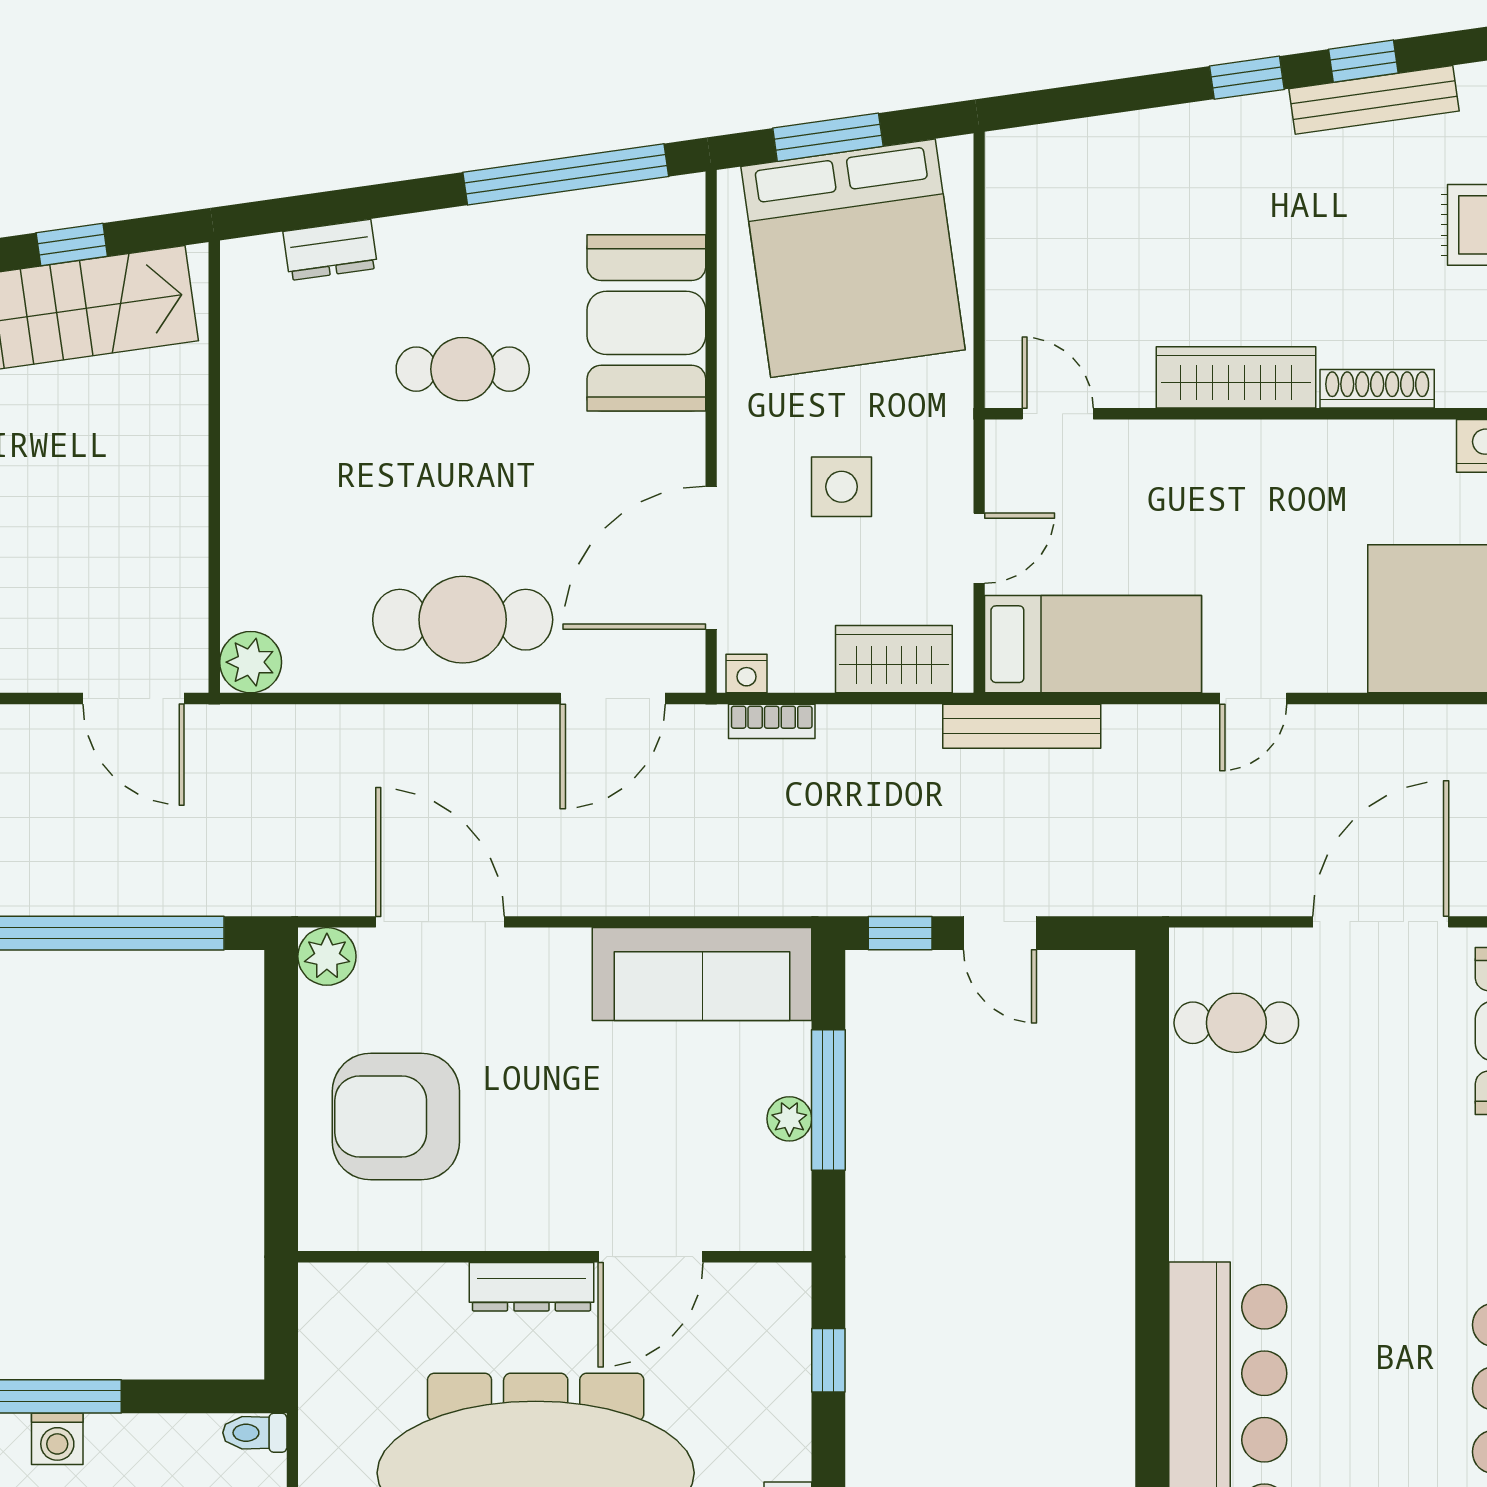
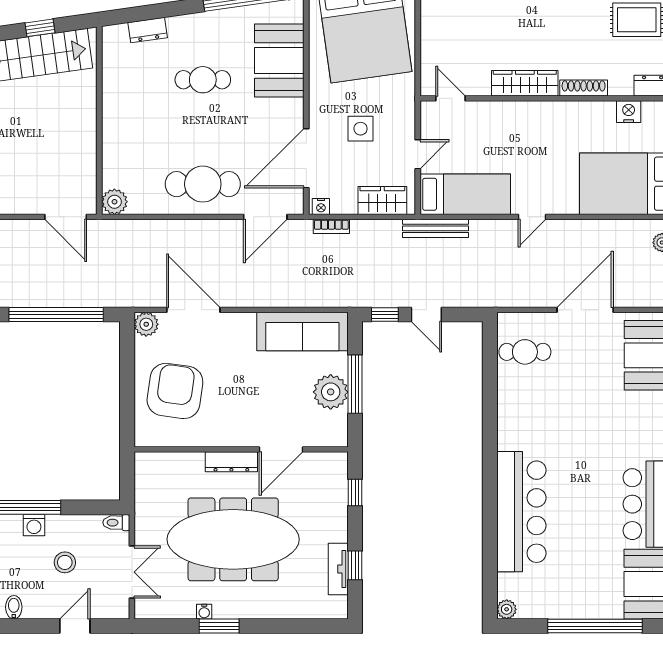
armchair: (396, 1117) -> (175, 391), turned 98
plant: (789, 1119) -> (331, 392), width x1.88, depth x1.88

